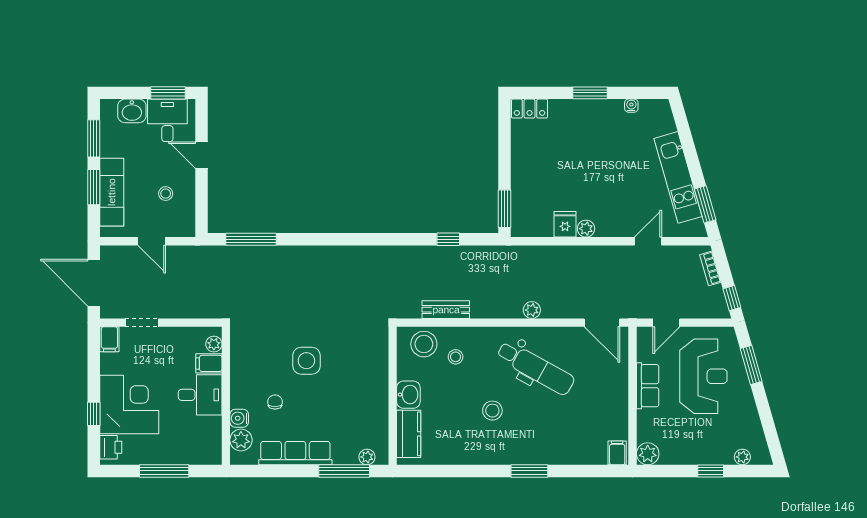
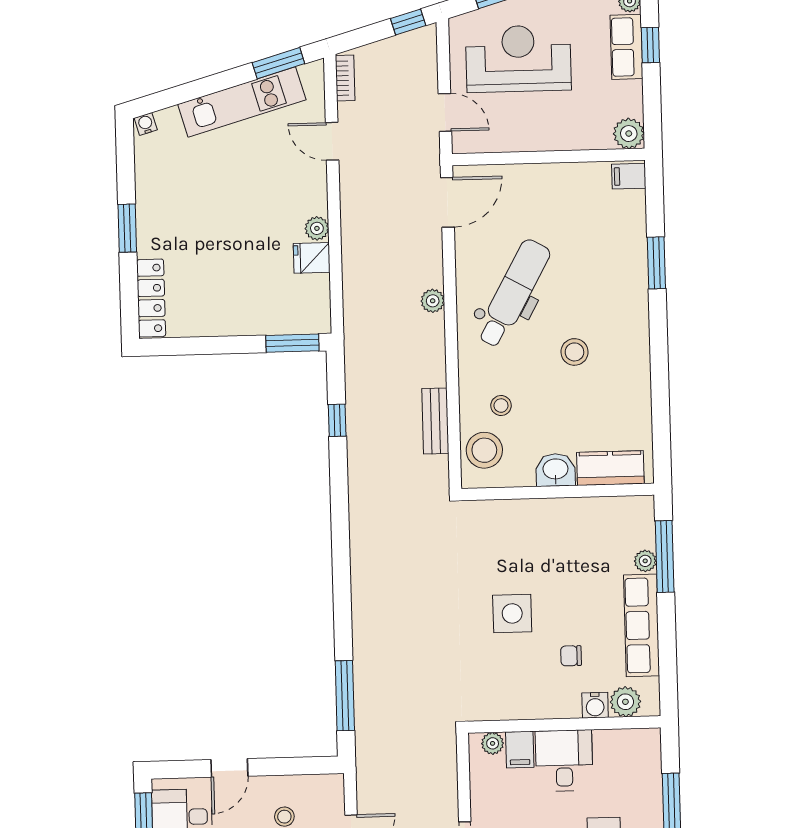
water cooler: (631, 106) -> (146, 124), moved, turned 74
locker: (529, 109) -> (151, 298), width x1.53
bookcase: (710, 268) -> (345, 78), moved, turned -74
row of seats: (648, 386) -> (626, 47), moved, turned -90
plant: (367, 457) -> (645, 561), moved
window: (529, 471) -> (656, 263), moved

